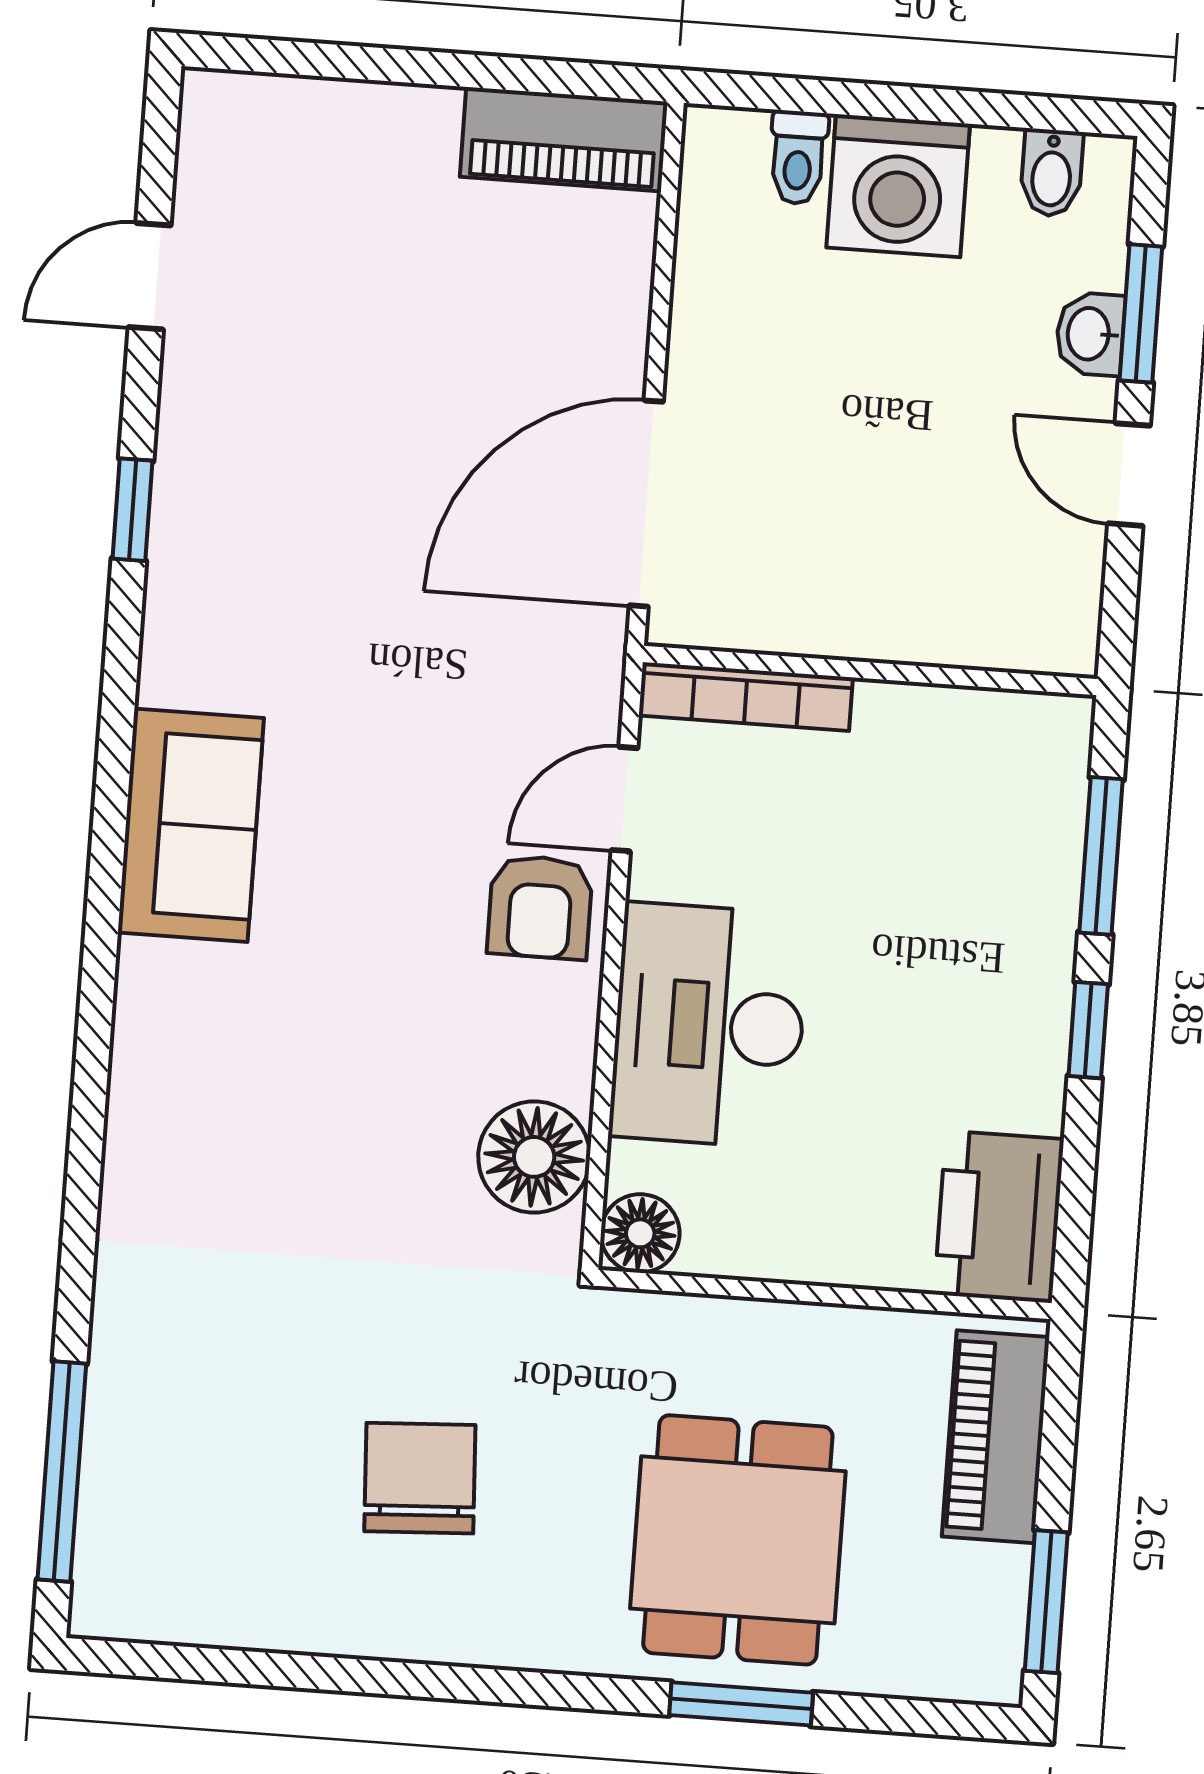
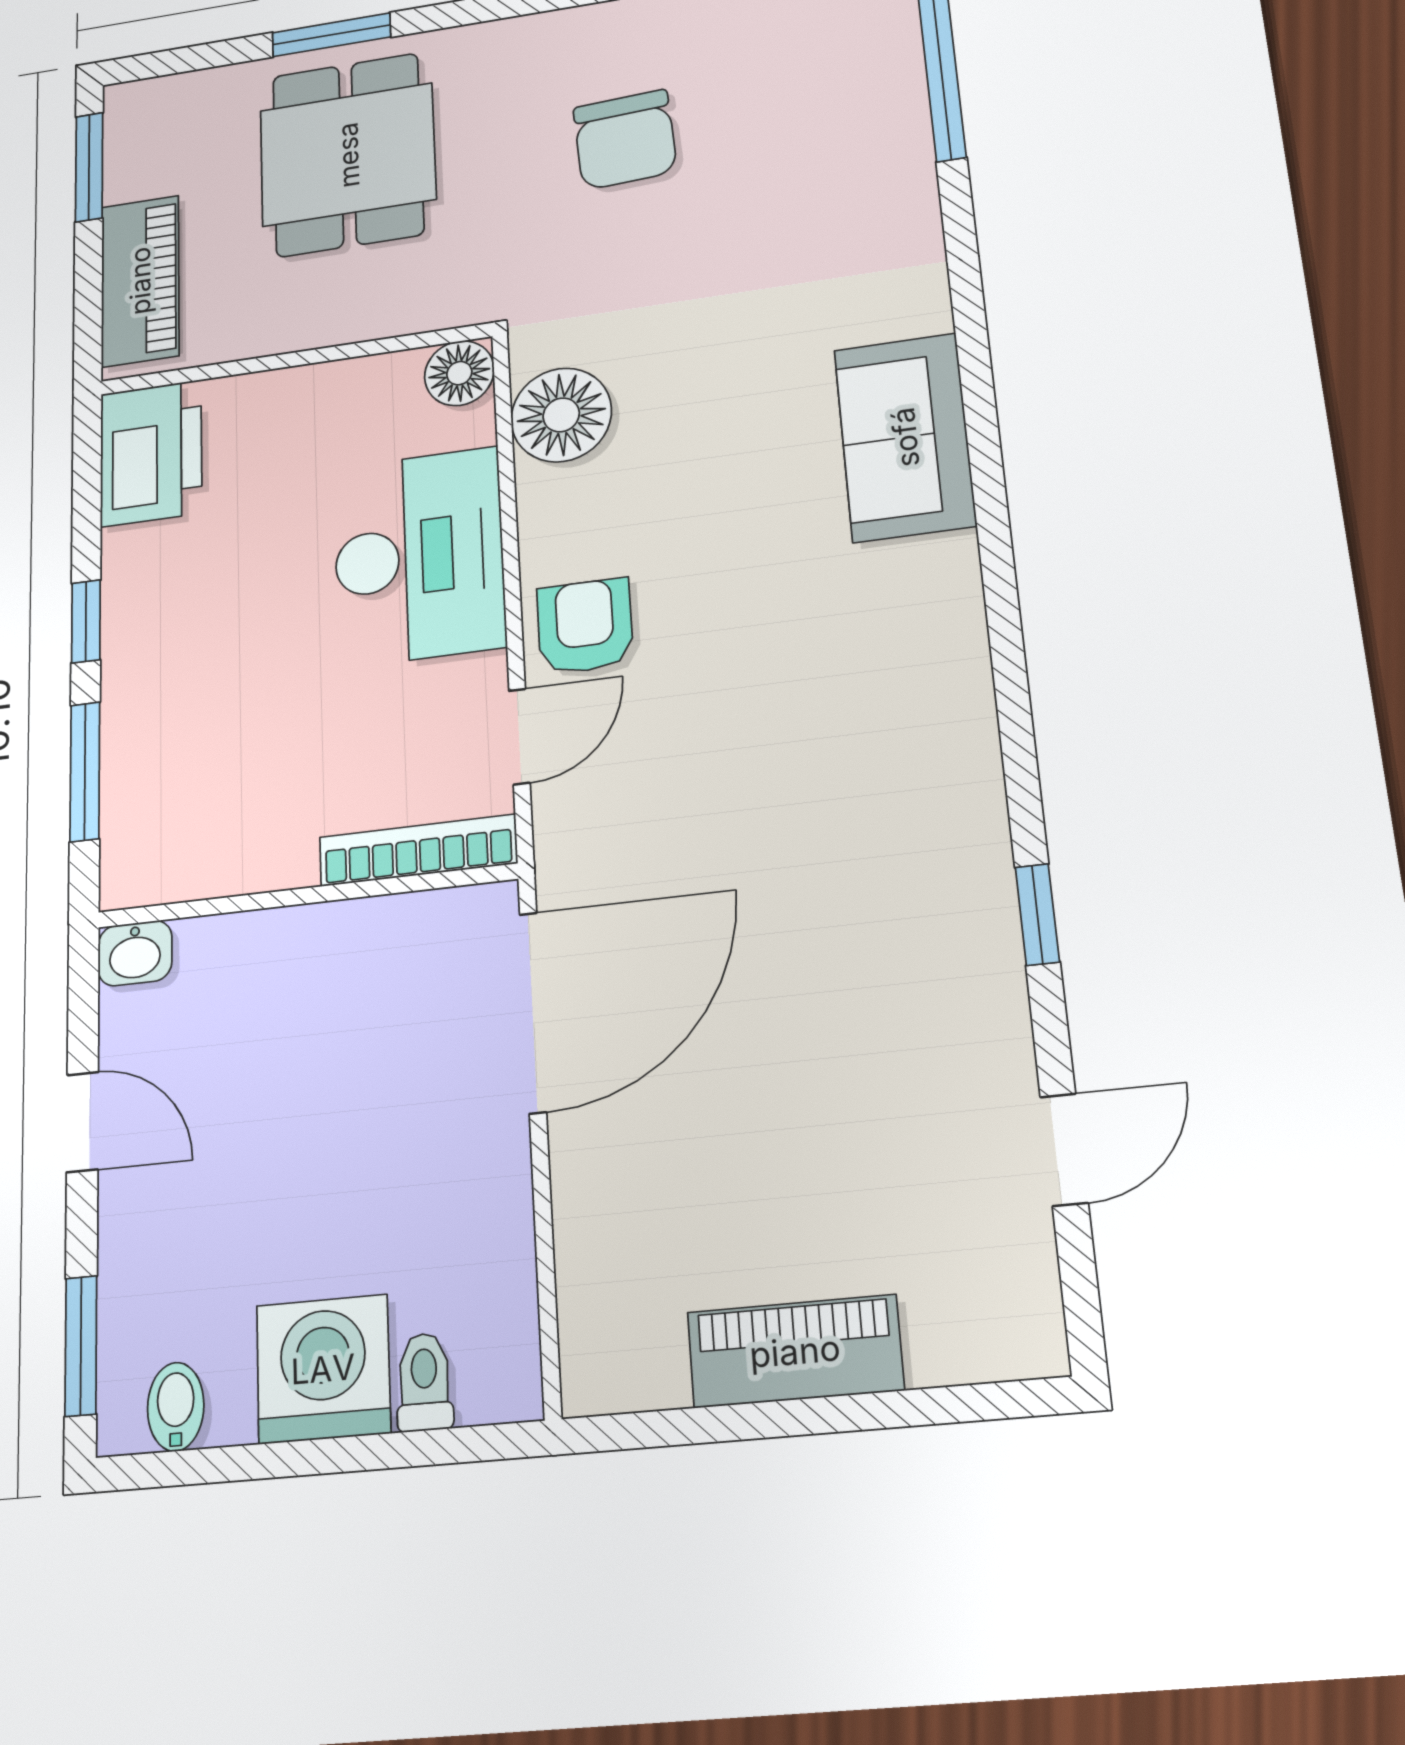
piano: (564, 139) -> (795, 1351), moved
window: (1141, 313) -> (81, 1346), moved
washbasin: (1090, 334) -> (135, 953), moved, turned 90
sofa: (191, 825) -> (905, 437), moved

